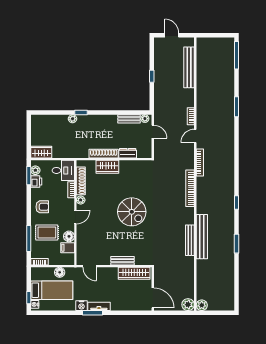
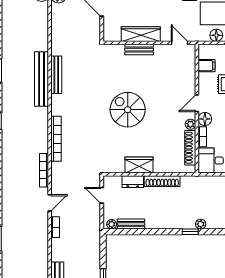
door: (153, 132) -> (102, 195), moved
wardrobe: (107, 167) -> (139, 165), moved
floor lamp: (69, 236) -> (205, 119), moved
wardrobe: (134, 273) -> (141, 34), moved

